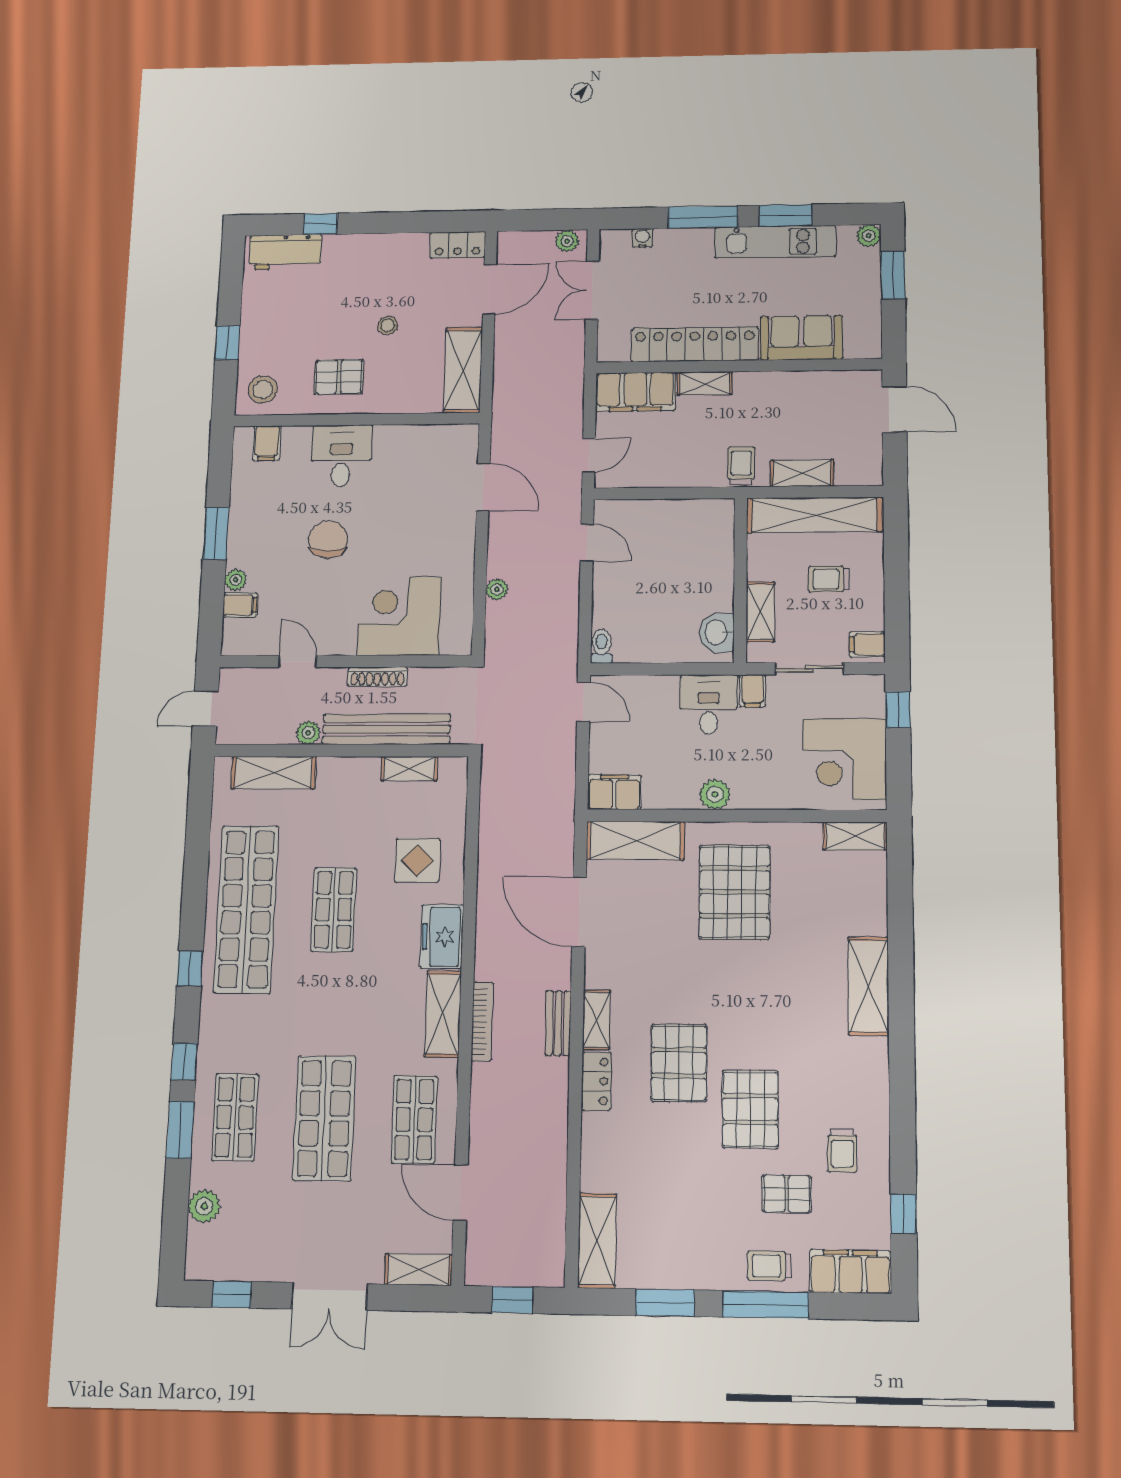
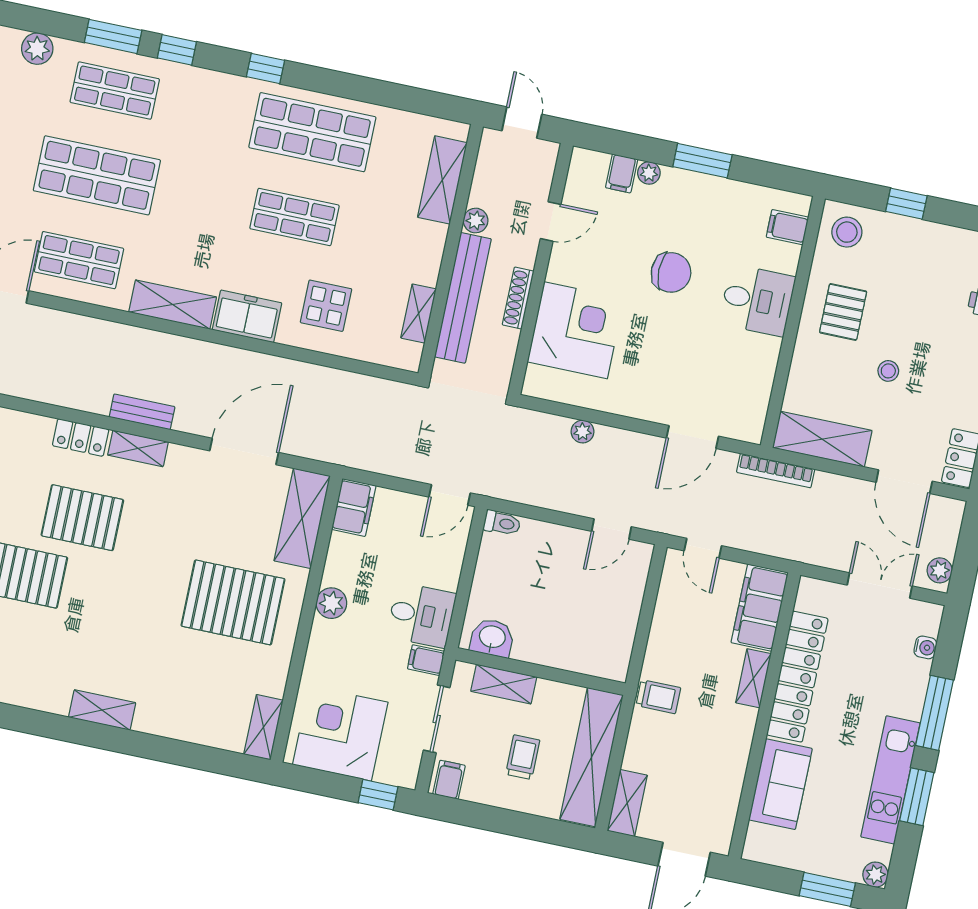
shelving: (802, 473) -> (627, 803), moved
shop shelf: (246, 909) -> (312, 132), width x0.71
shelving: (868, 986) -> (102, 710), width x0.67, depth x0.75
bookcase: (482, 1022) -> (776, 471), moved

